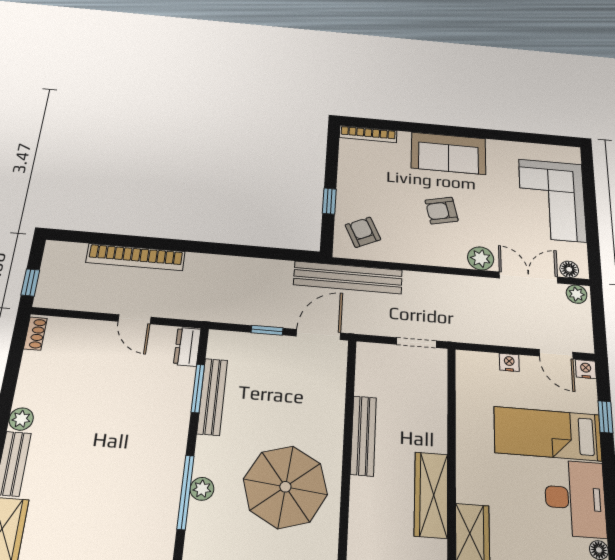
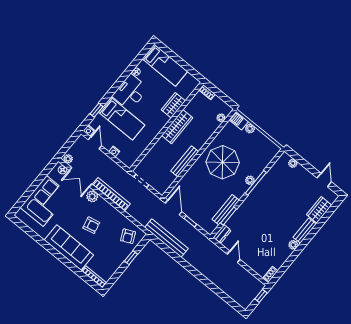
sofa: (448, 153) -> (69, 247), width x1.36
bookcase: (136, 257) -> (111, 194), moved
bench: (348, 277) -> (166, 238), moved
door: (318, 334) -> (174, 207), swing flipped

